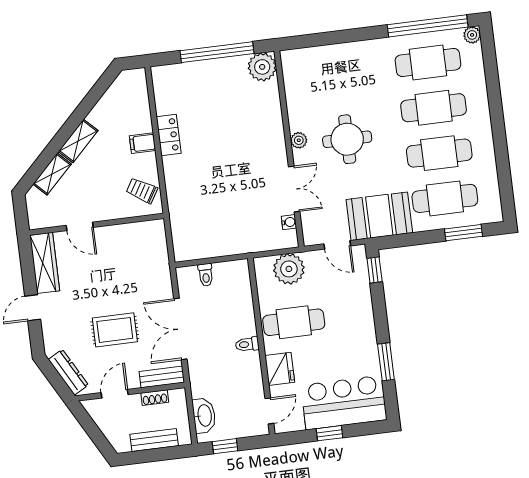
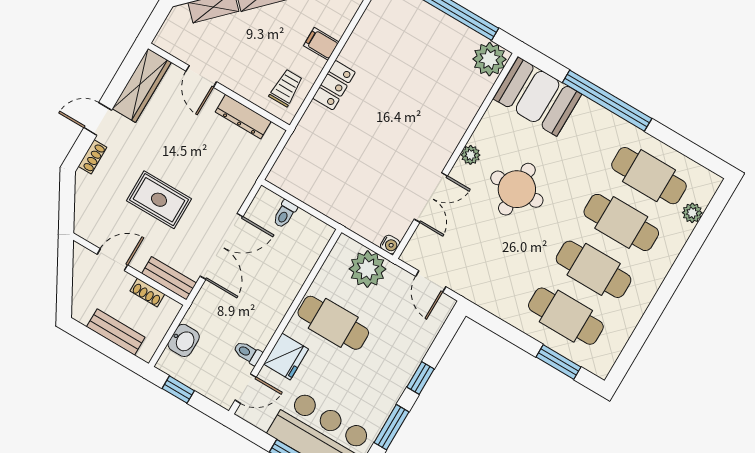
window: (428, 26) -> (607, 101), moved
plant: (472, 35) -> (692, 213), moved
locker: (169, 135) -> (334, 85), moved
trolley: (142, 191) -> (286, 88), turned 59
booth: (379, 216) -> (538, 97), moved
water cooler: (289, 222) -> (390, 245), moved
window: (375, 270) -> (420, 378), moved
double door: (180, 329) -> (221, 246), swing flipped
shoe rack: (49, 336) -> (92, 157), added
toilet: (247, 344) -> (248, 353), moved
dresser: (68, 372) -> (243, 117), moved, turned 119
washbasin: (204, 416) -> (184, 340), width x0.72

